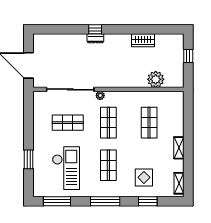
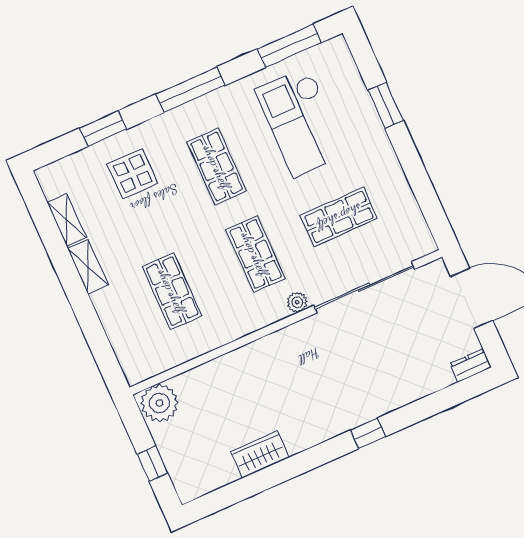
dresser: (95, 38) -> (470, 365), moved
plant: (156, 79) -> (159, 403), moved
shelving: (179, 183) -> (67, 220), moved

